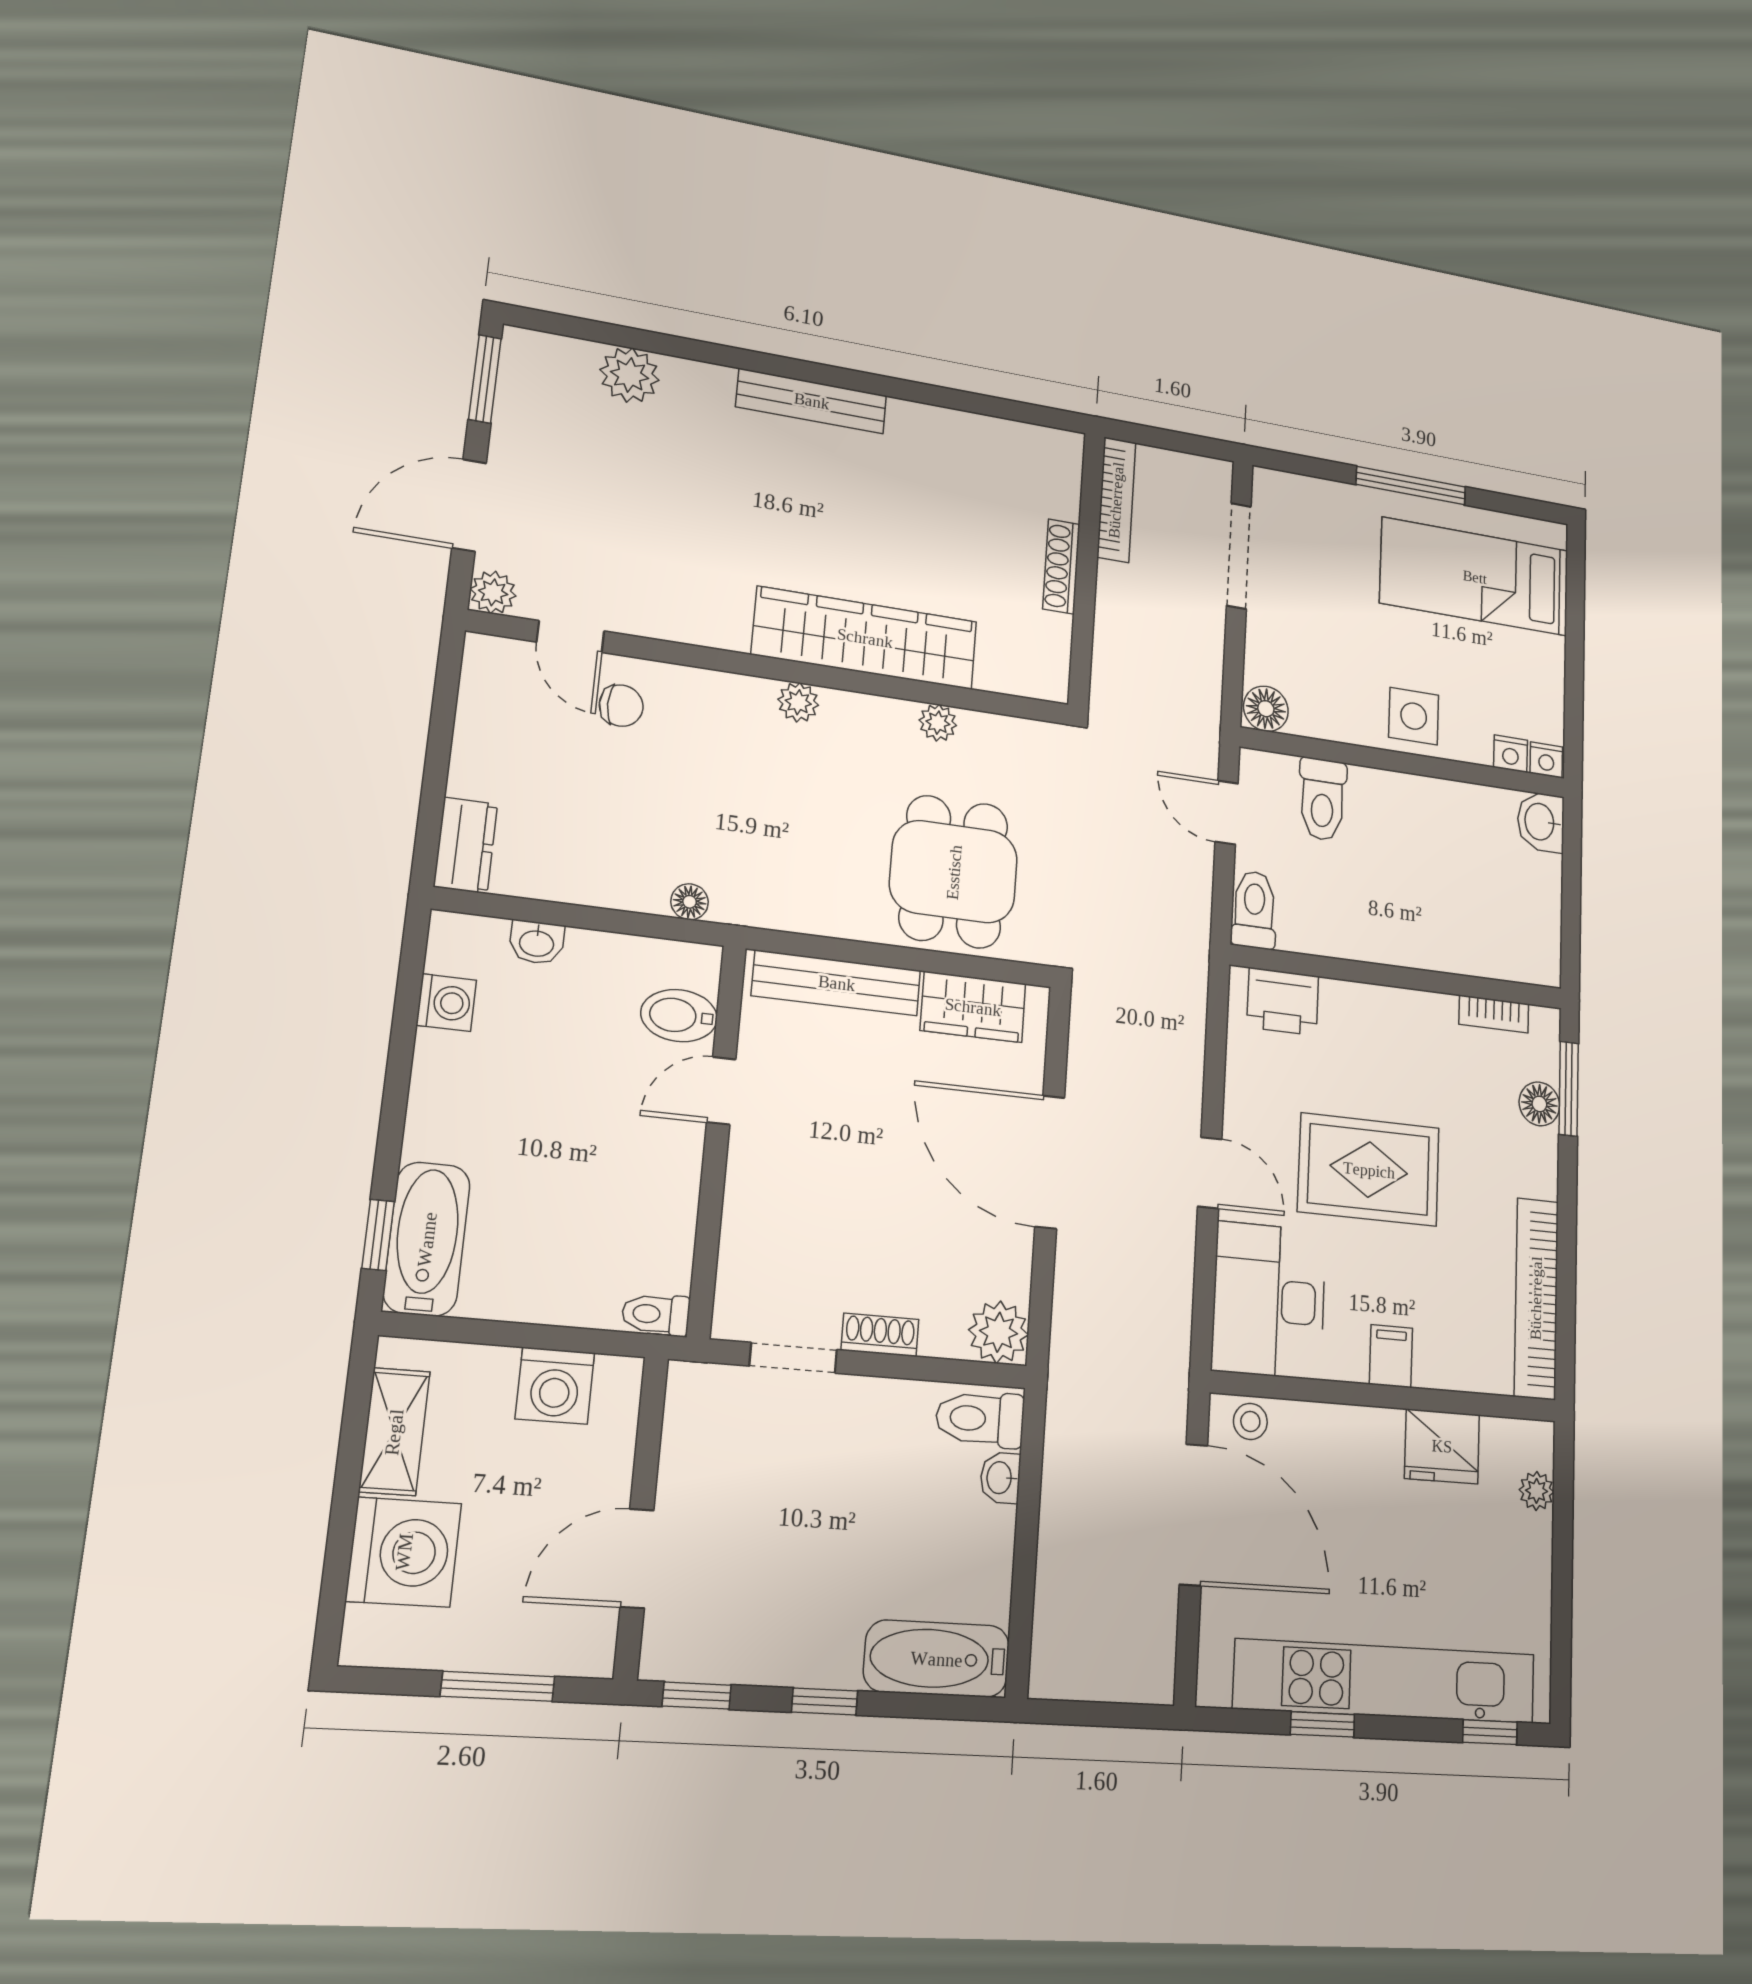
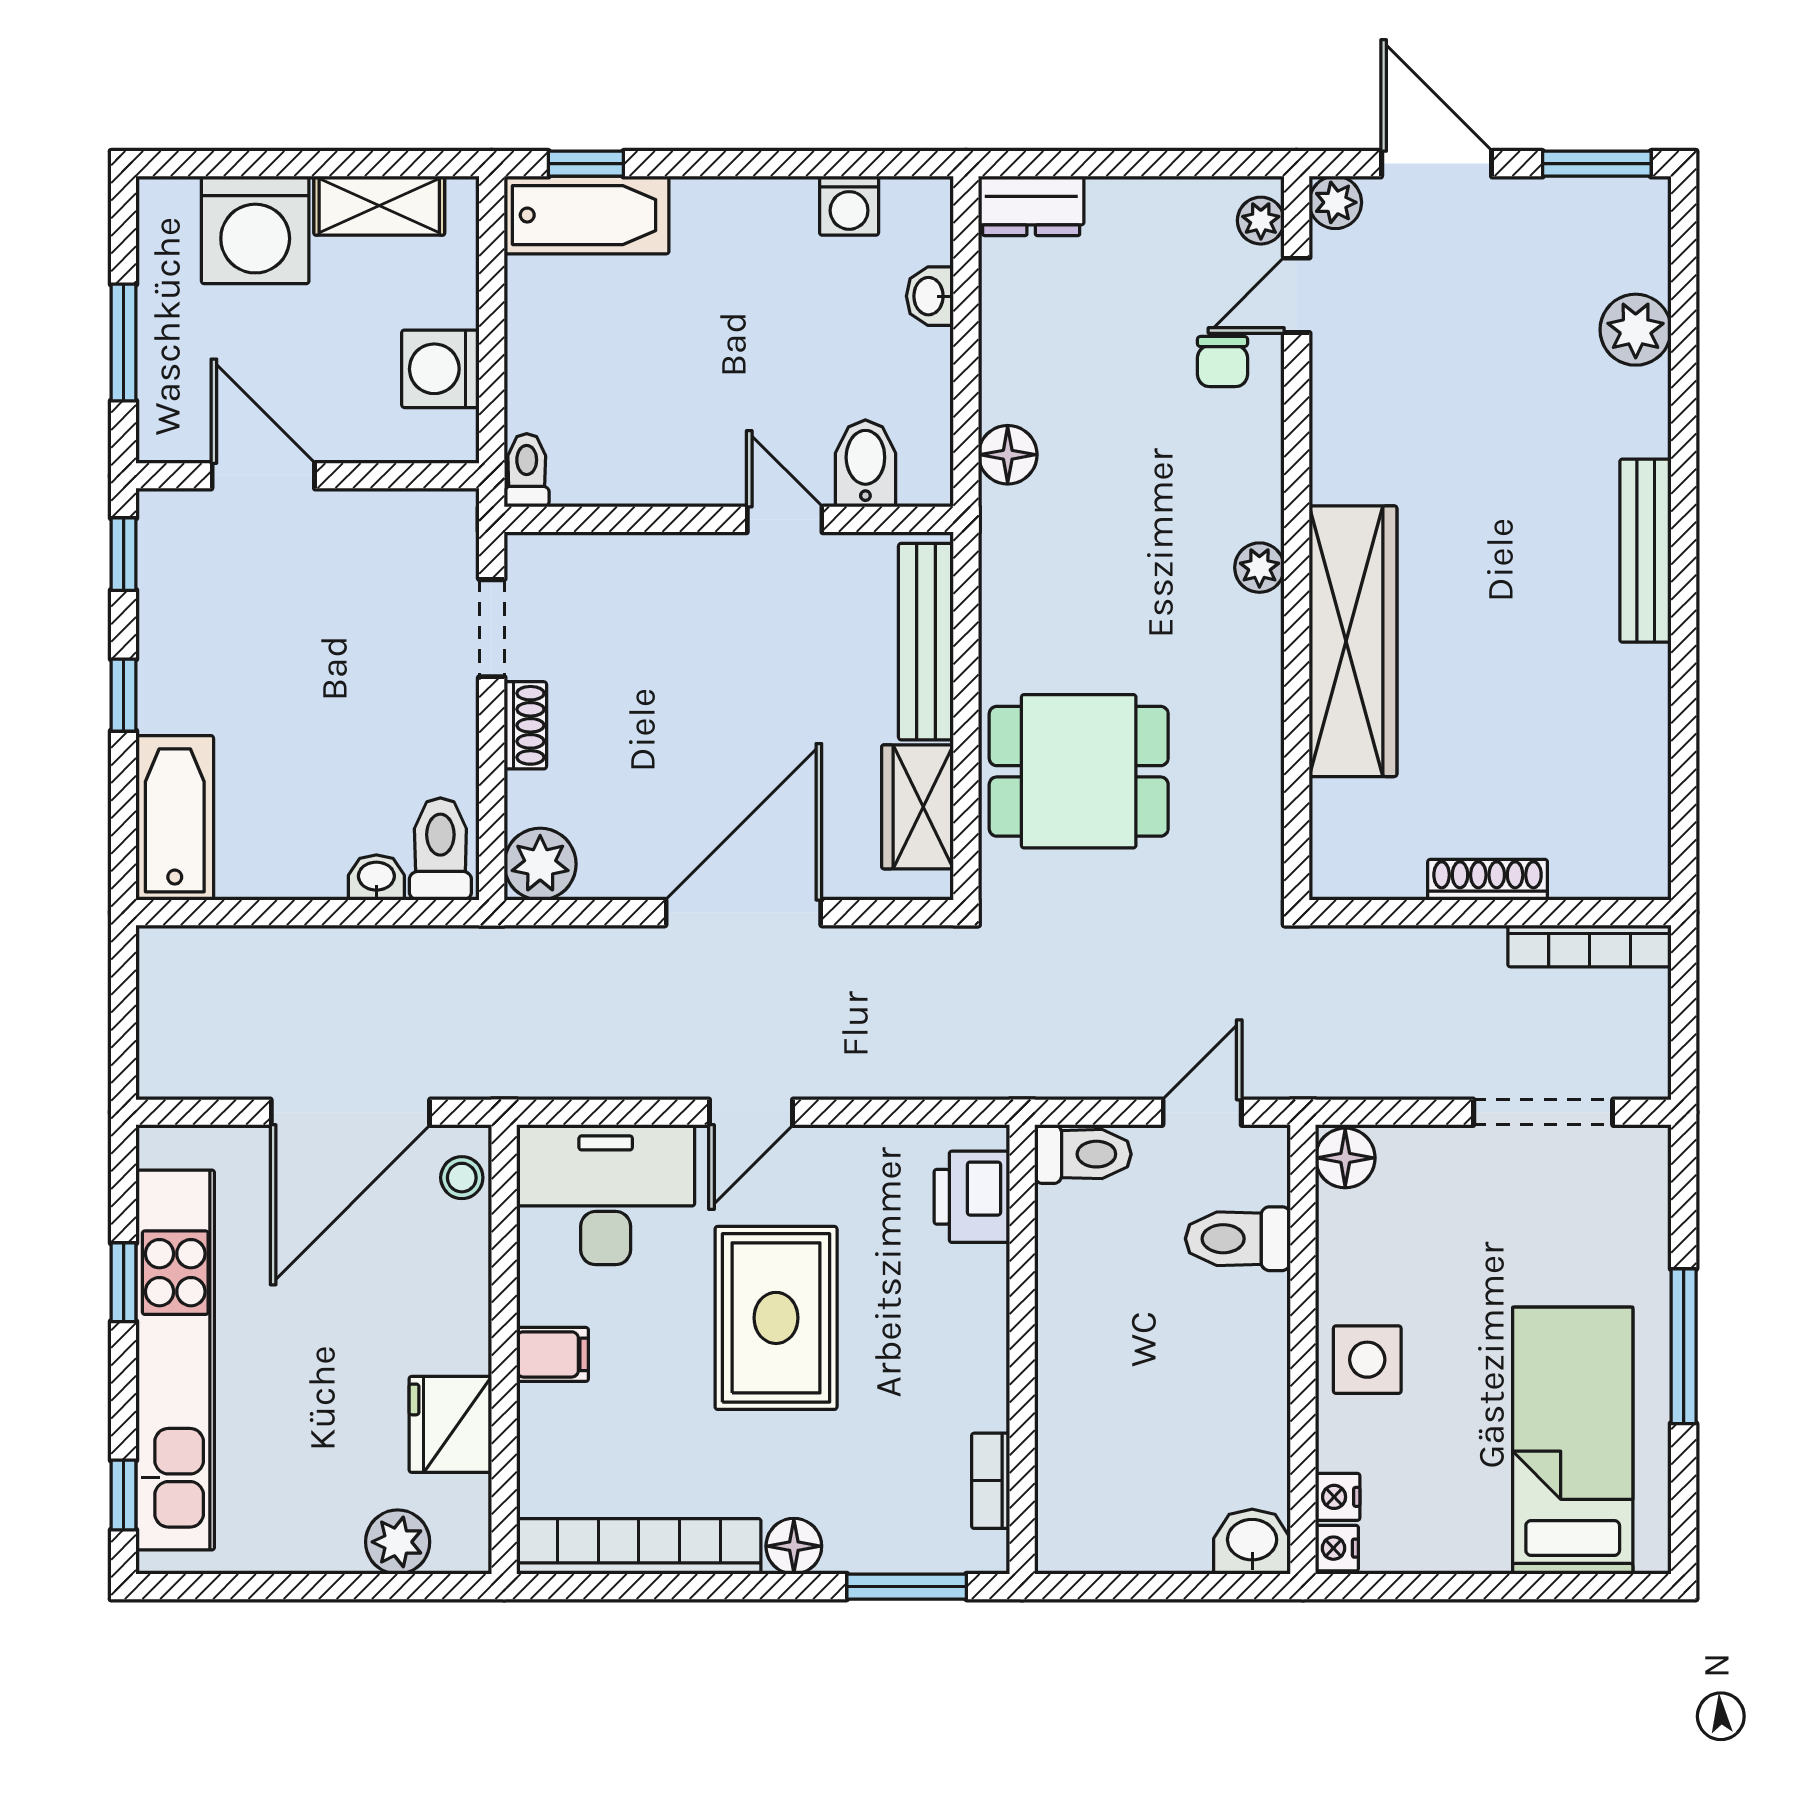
plant: (938, 723) -> (1261, 221), moved
floor lamp: (690, 902) -> (1008, 455), width x1.37, depth x1.37
floor lamp: (1539, 1104) -> (794, 1546), moved
plant: (1537, 1491) -> (398, 1542), width x1.38, depth x1.38

